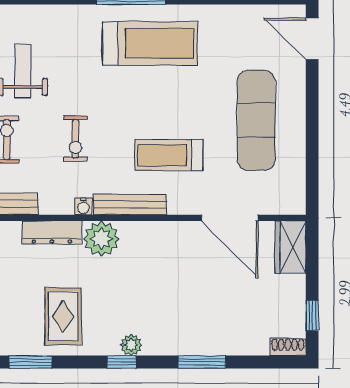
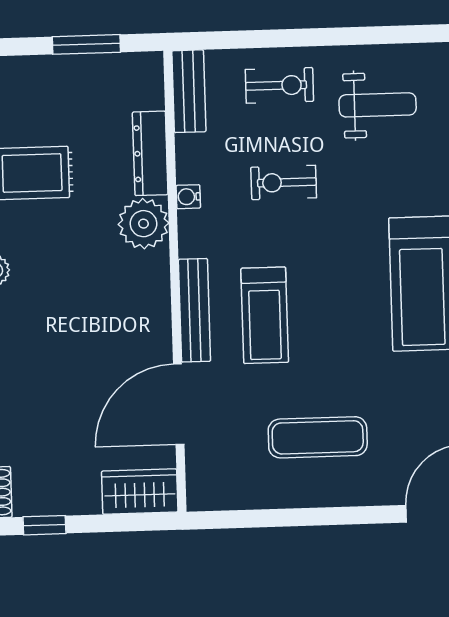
exercise mat: (256, 120) -> (318, 437), width x0.73, depth x0.69
treadmill: (169, 155) -> (265, 315), turned 180
bench: (130, 205) -> (194, 310), moved

